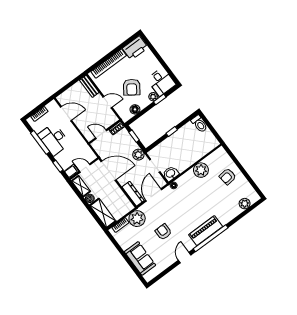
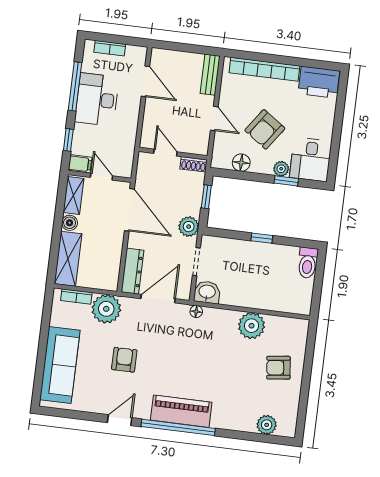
sofa: (140, 258) -> (60, 365), width x1.36

